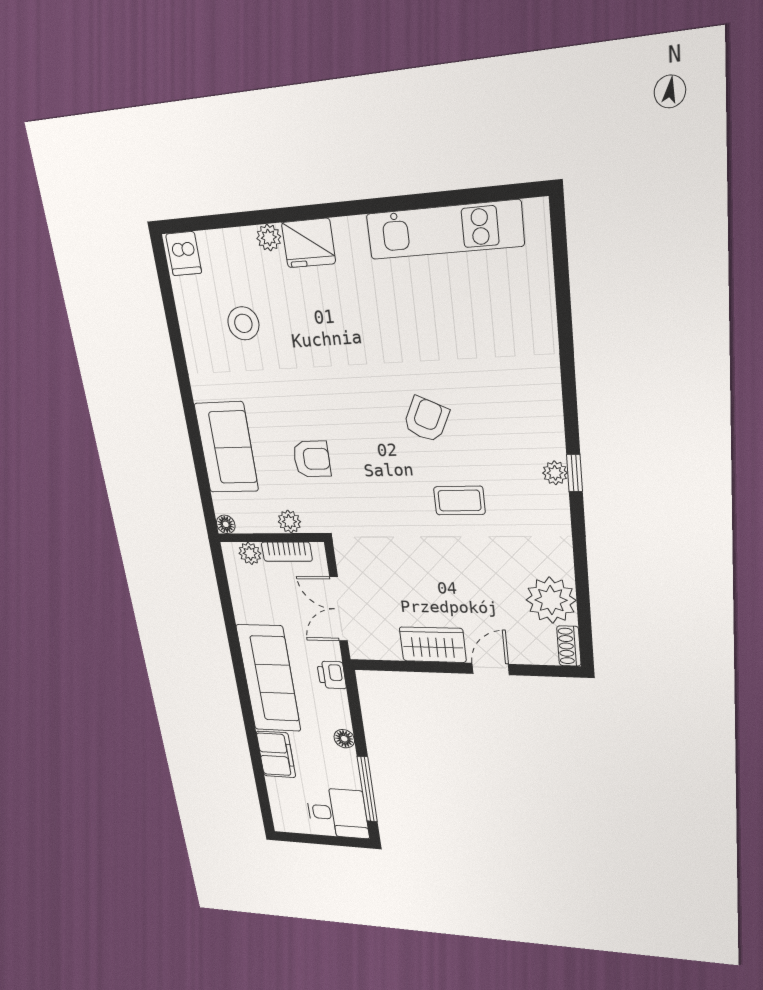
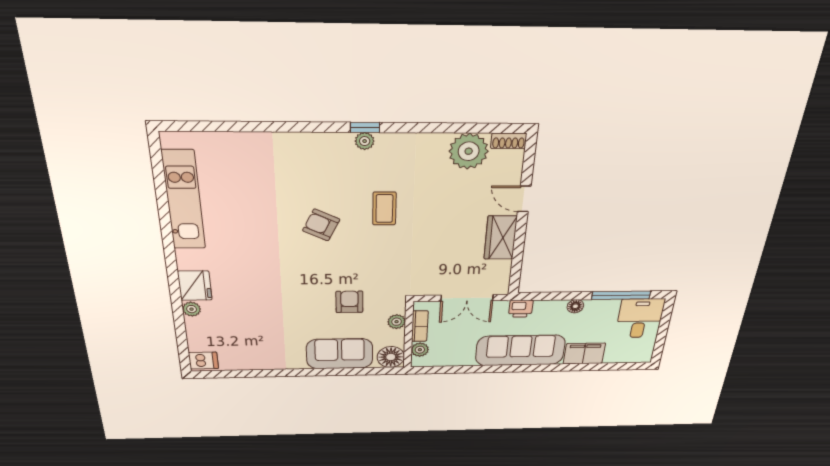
stool: (243, 323) -> (251, 332), removed
floor lamp: (226, 524) -> (391, 357), width x1.89, depth x1.89

